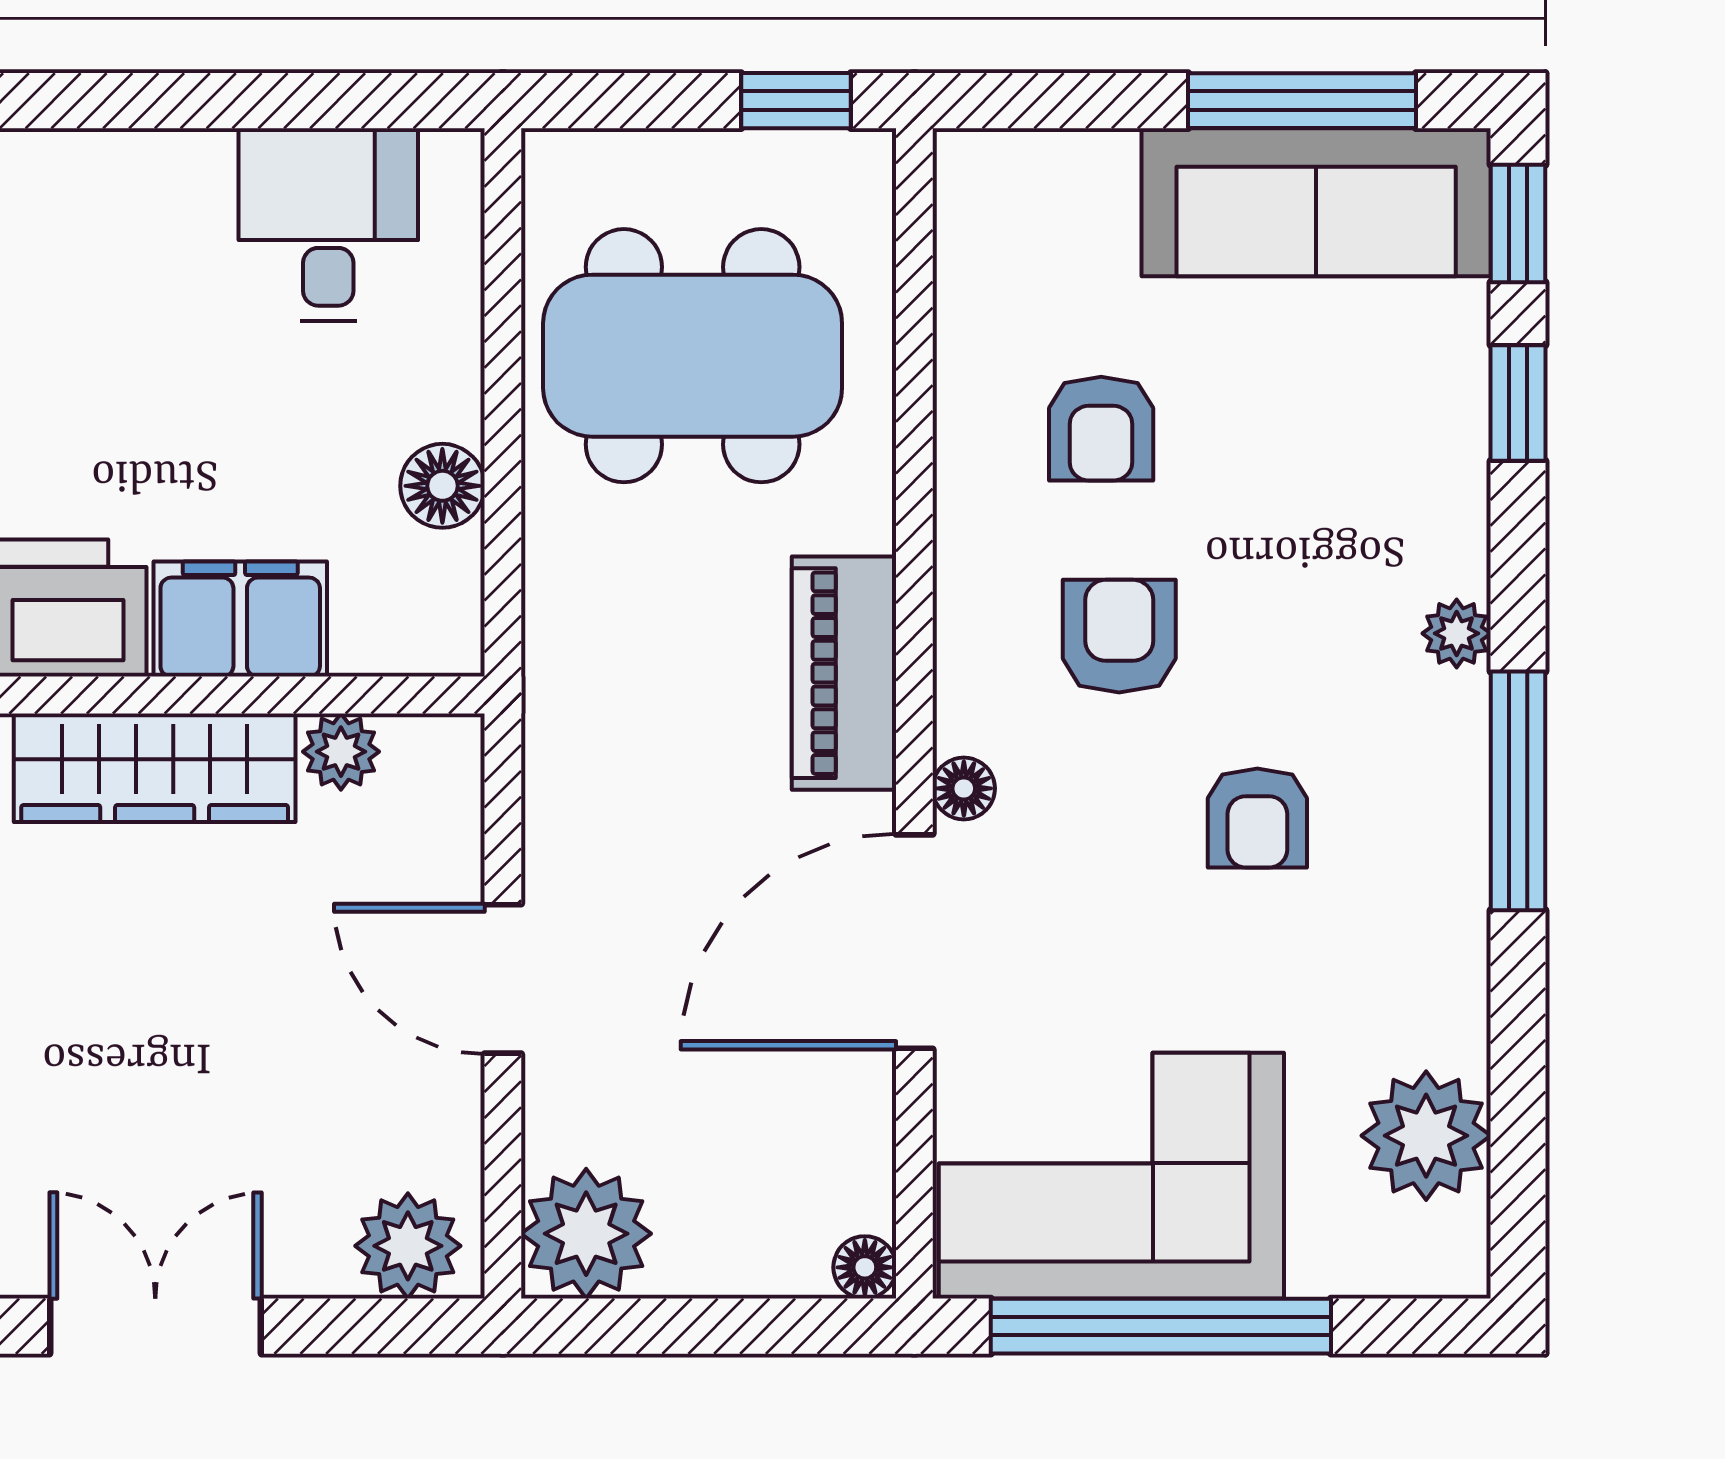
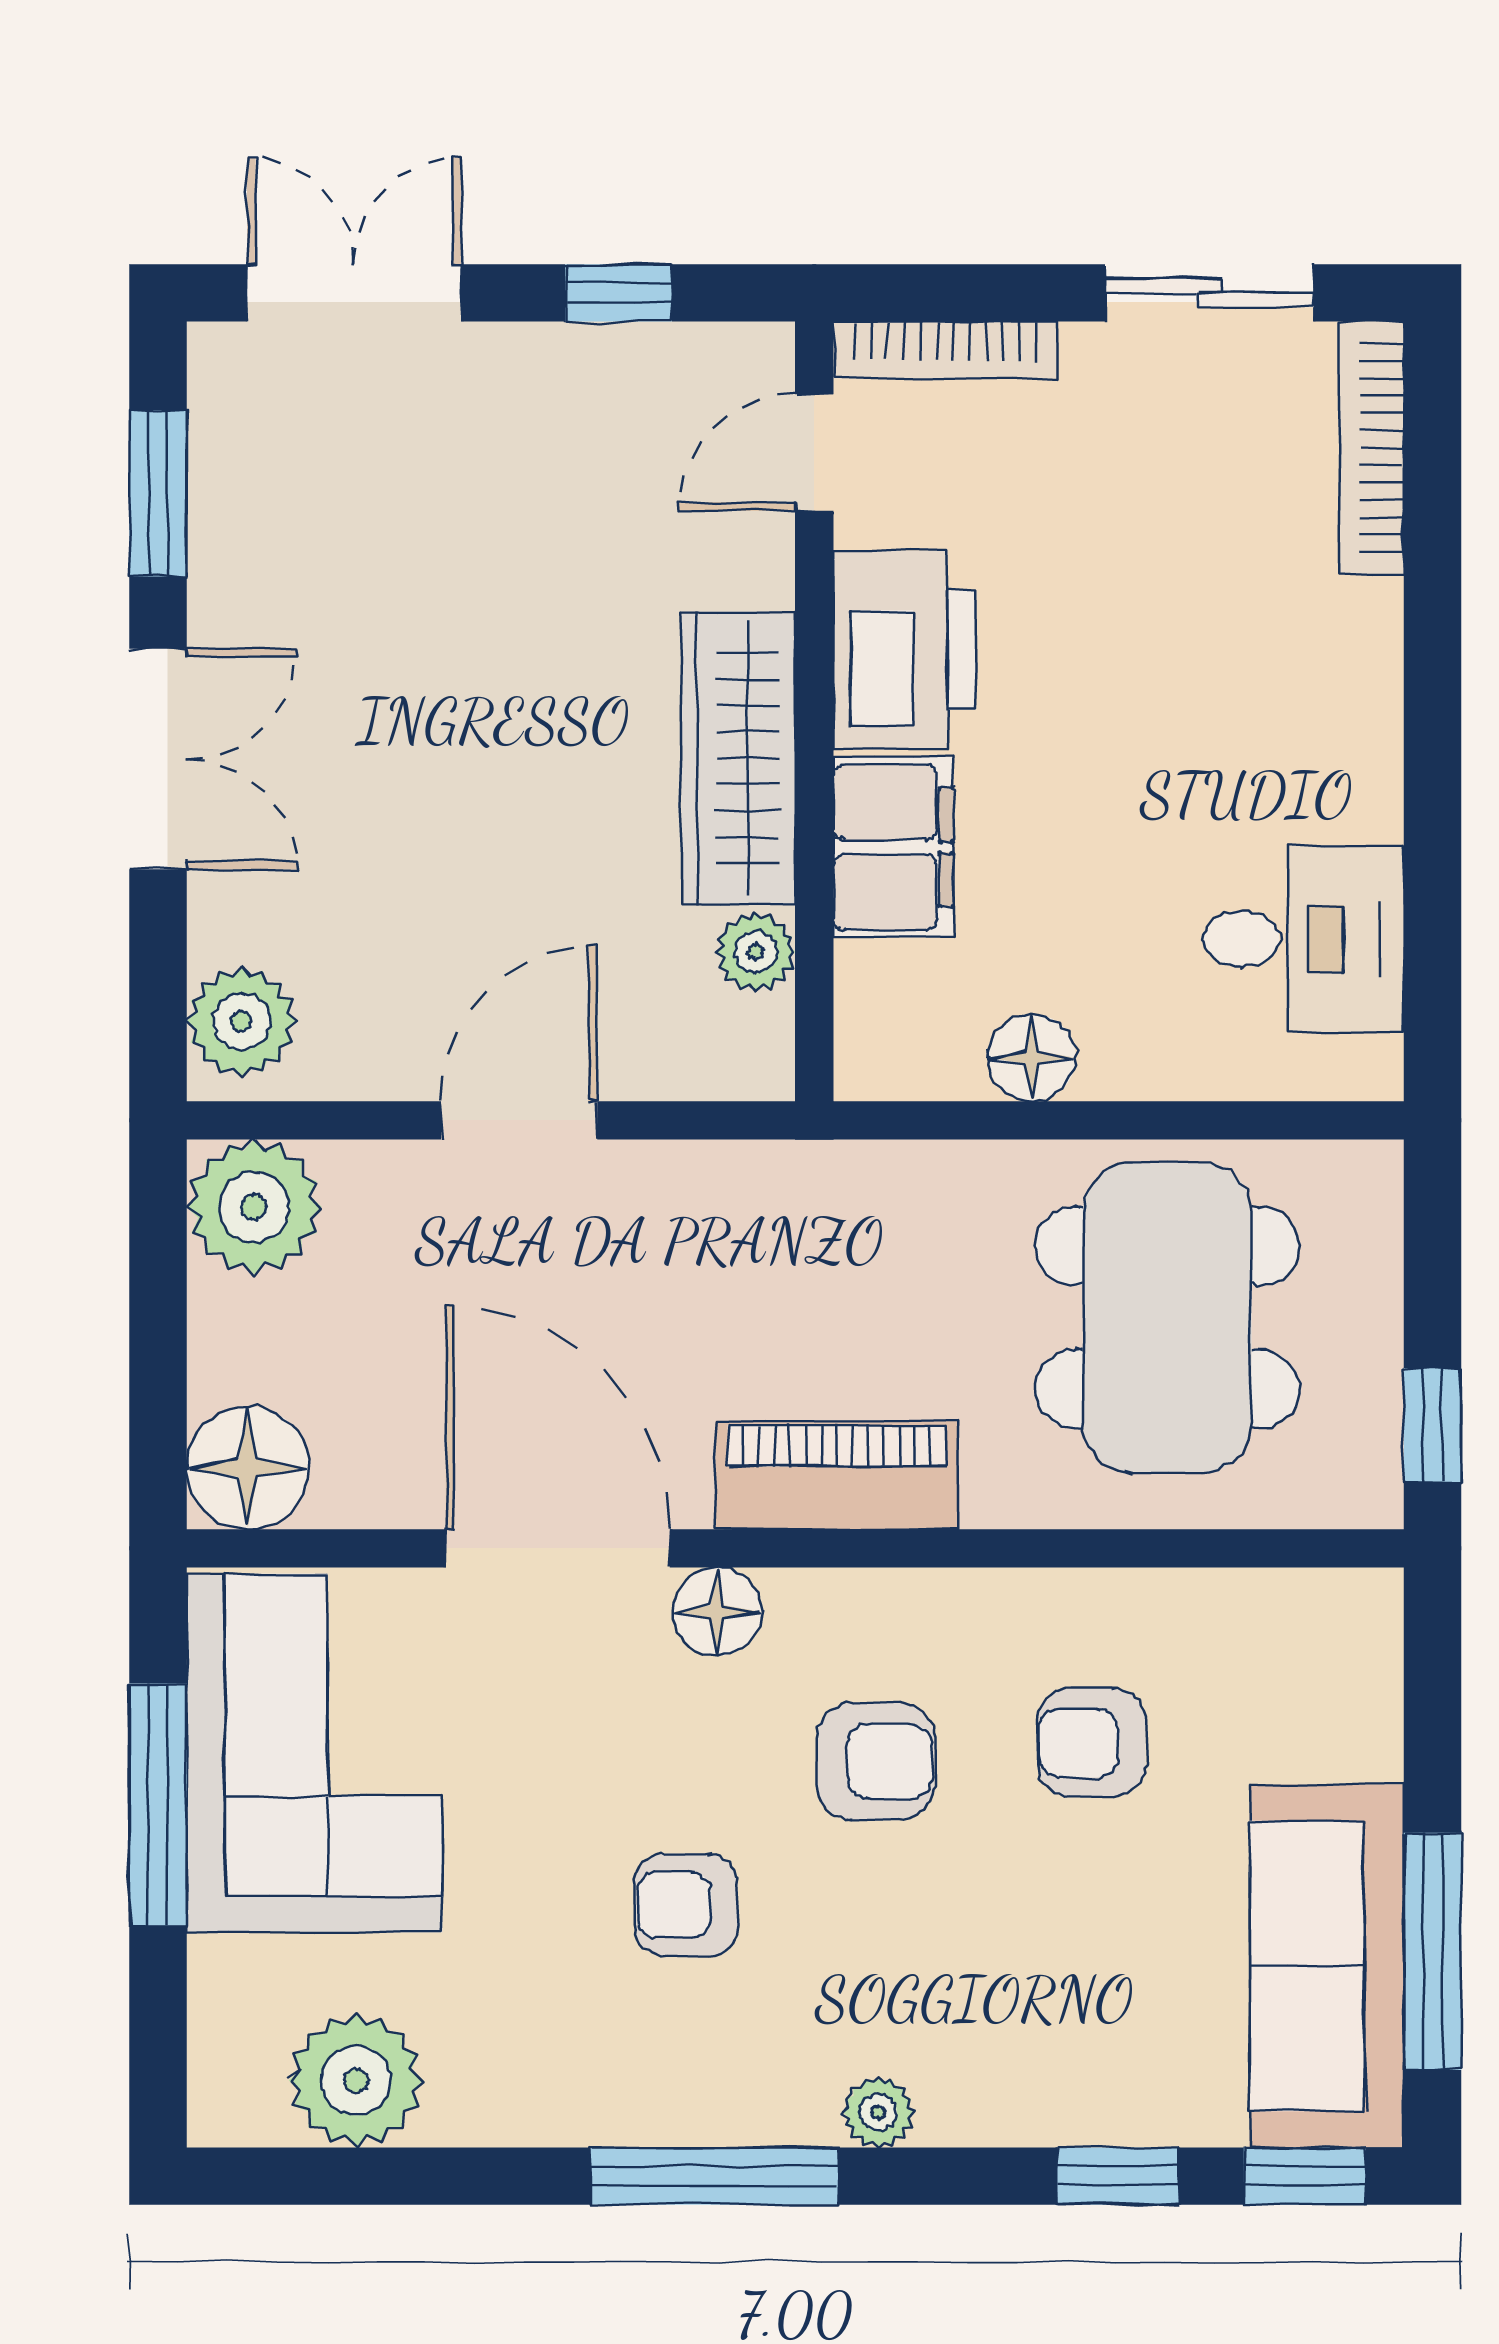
floor lamp: (964, 788) -> (717, 1612), width x1.37, depth x1.37
floor lamp: (865, 1267) -> (248, 1468), width x1.89, depth x1.89
window: (1161, 1326) -> (158, 1805), width x0.68

